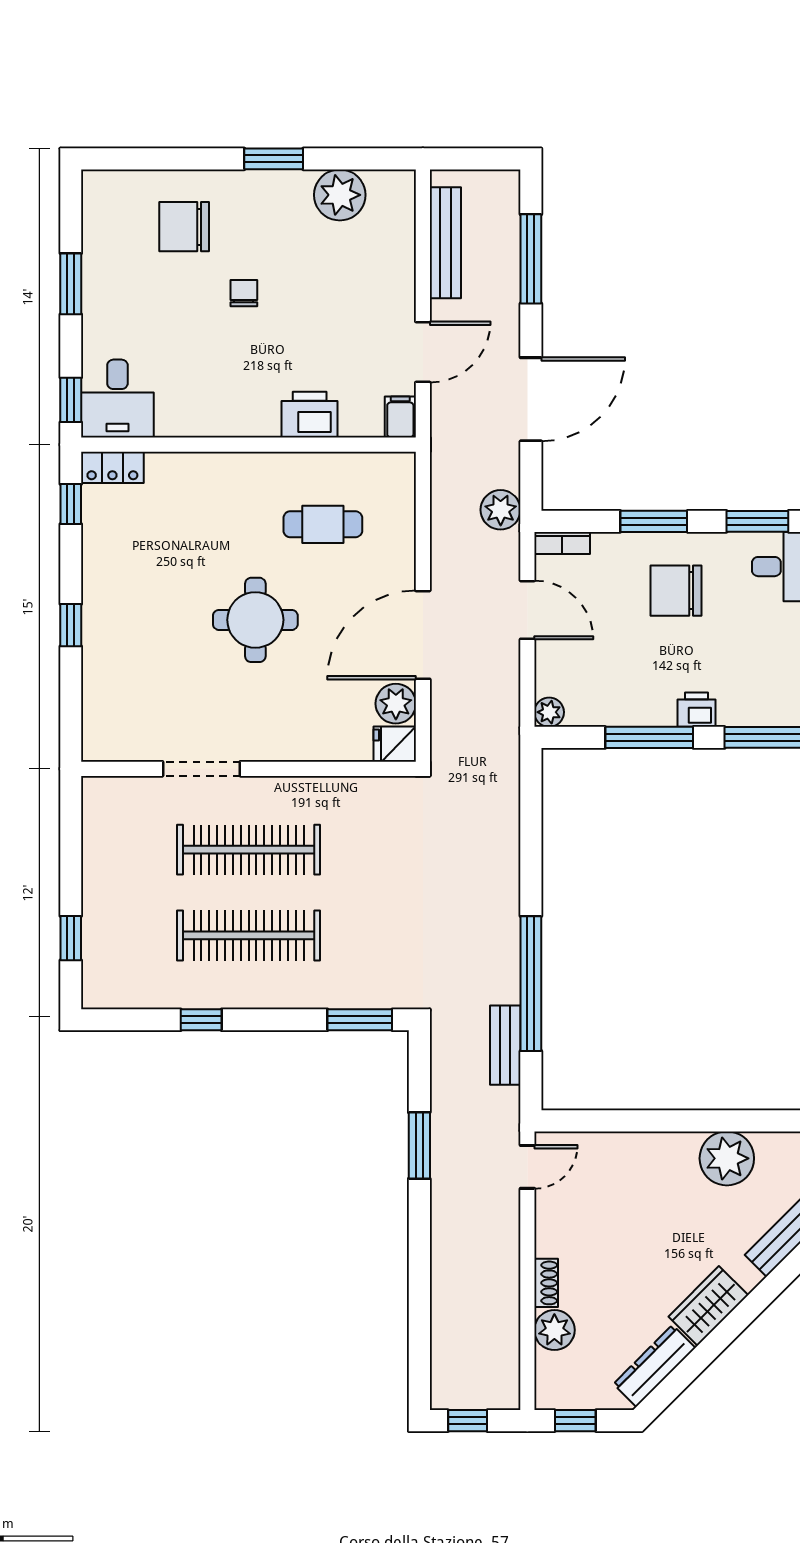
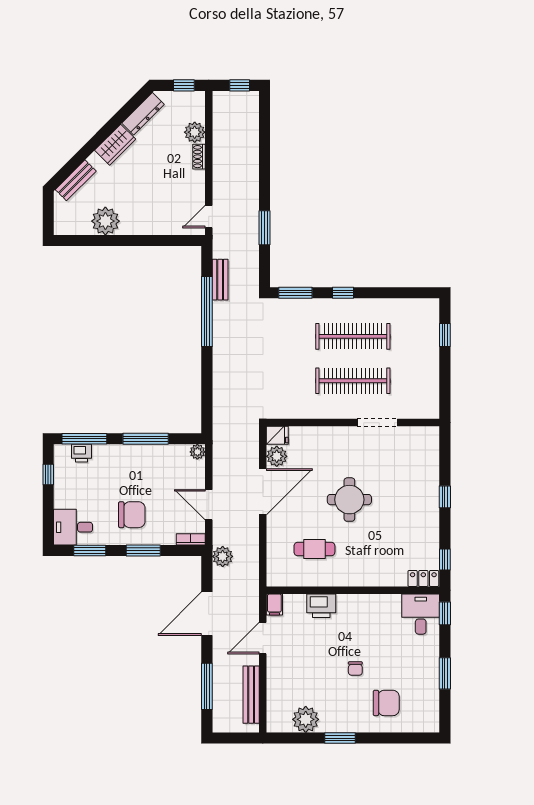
printer: (697, 710) -> (81, 453), moved
window: (201, 1020) -> (343, 293), moved

